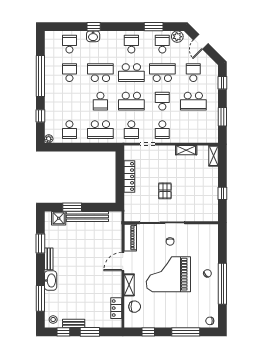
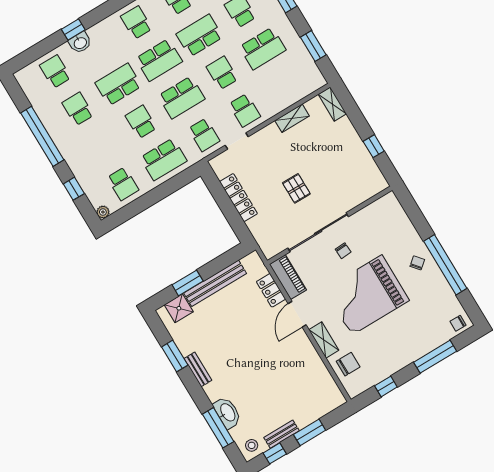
school desk: (100, 101) -> (141, 122), turned 180
washbasin: (51, 281) -> (227, 413), moved
locker: (116, 308) -> (271, 290), moved

